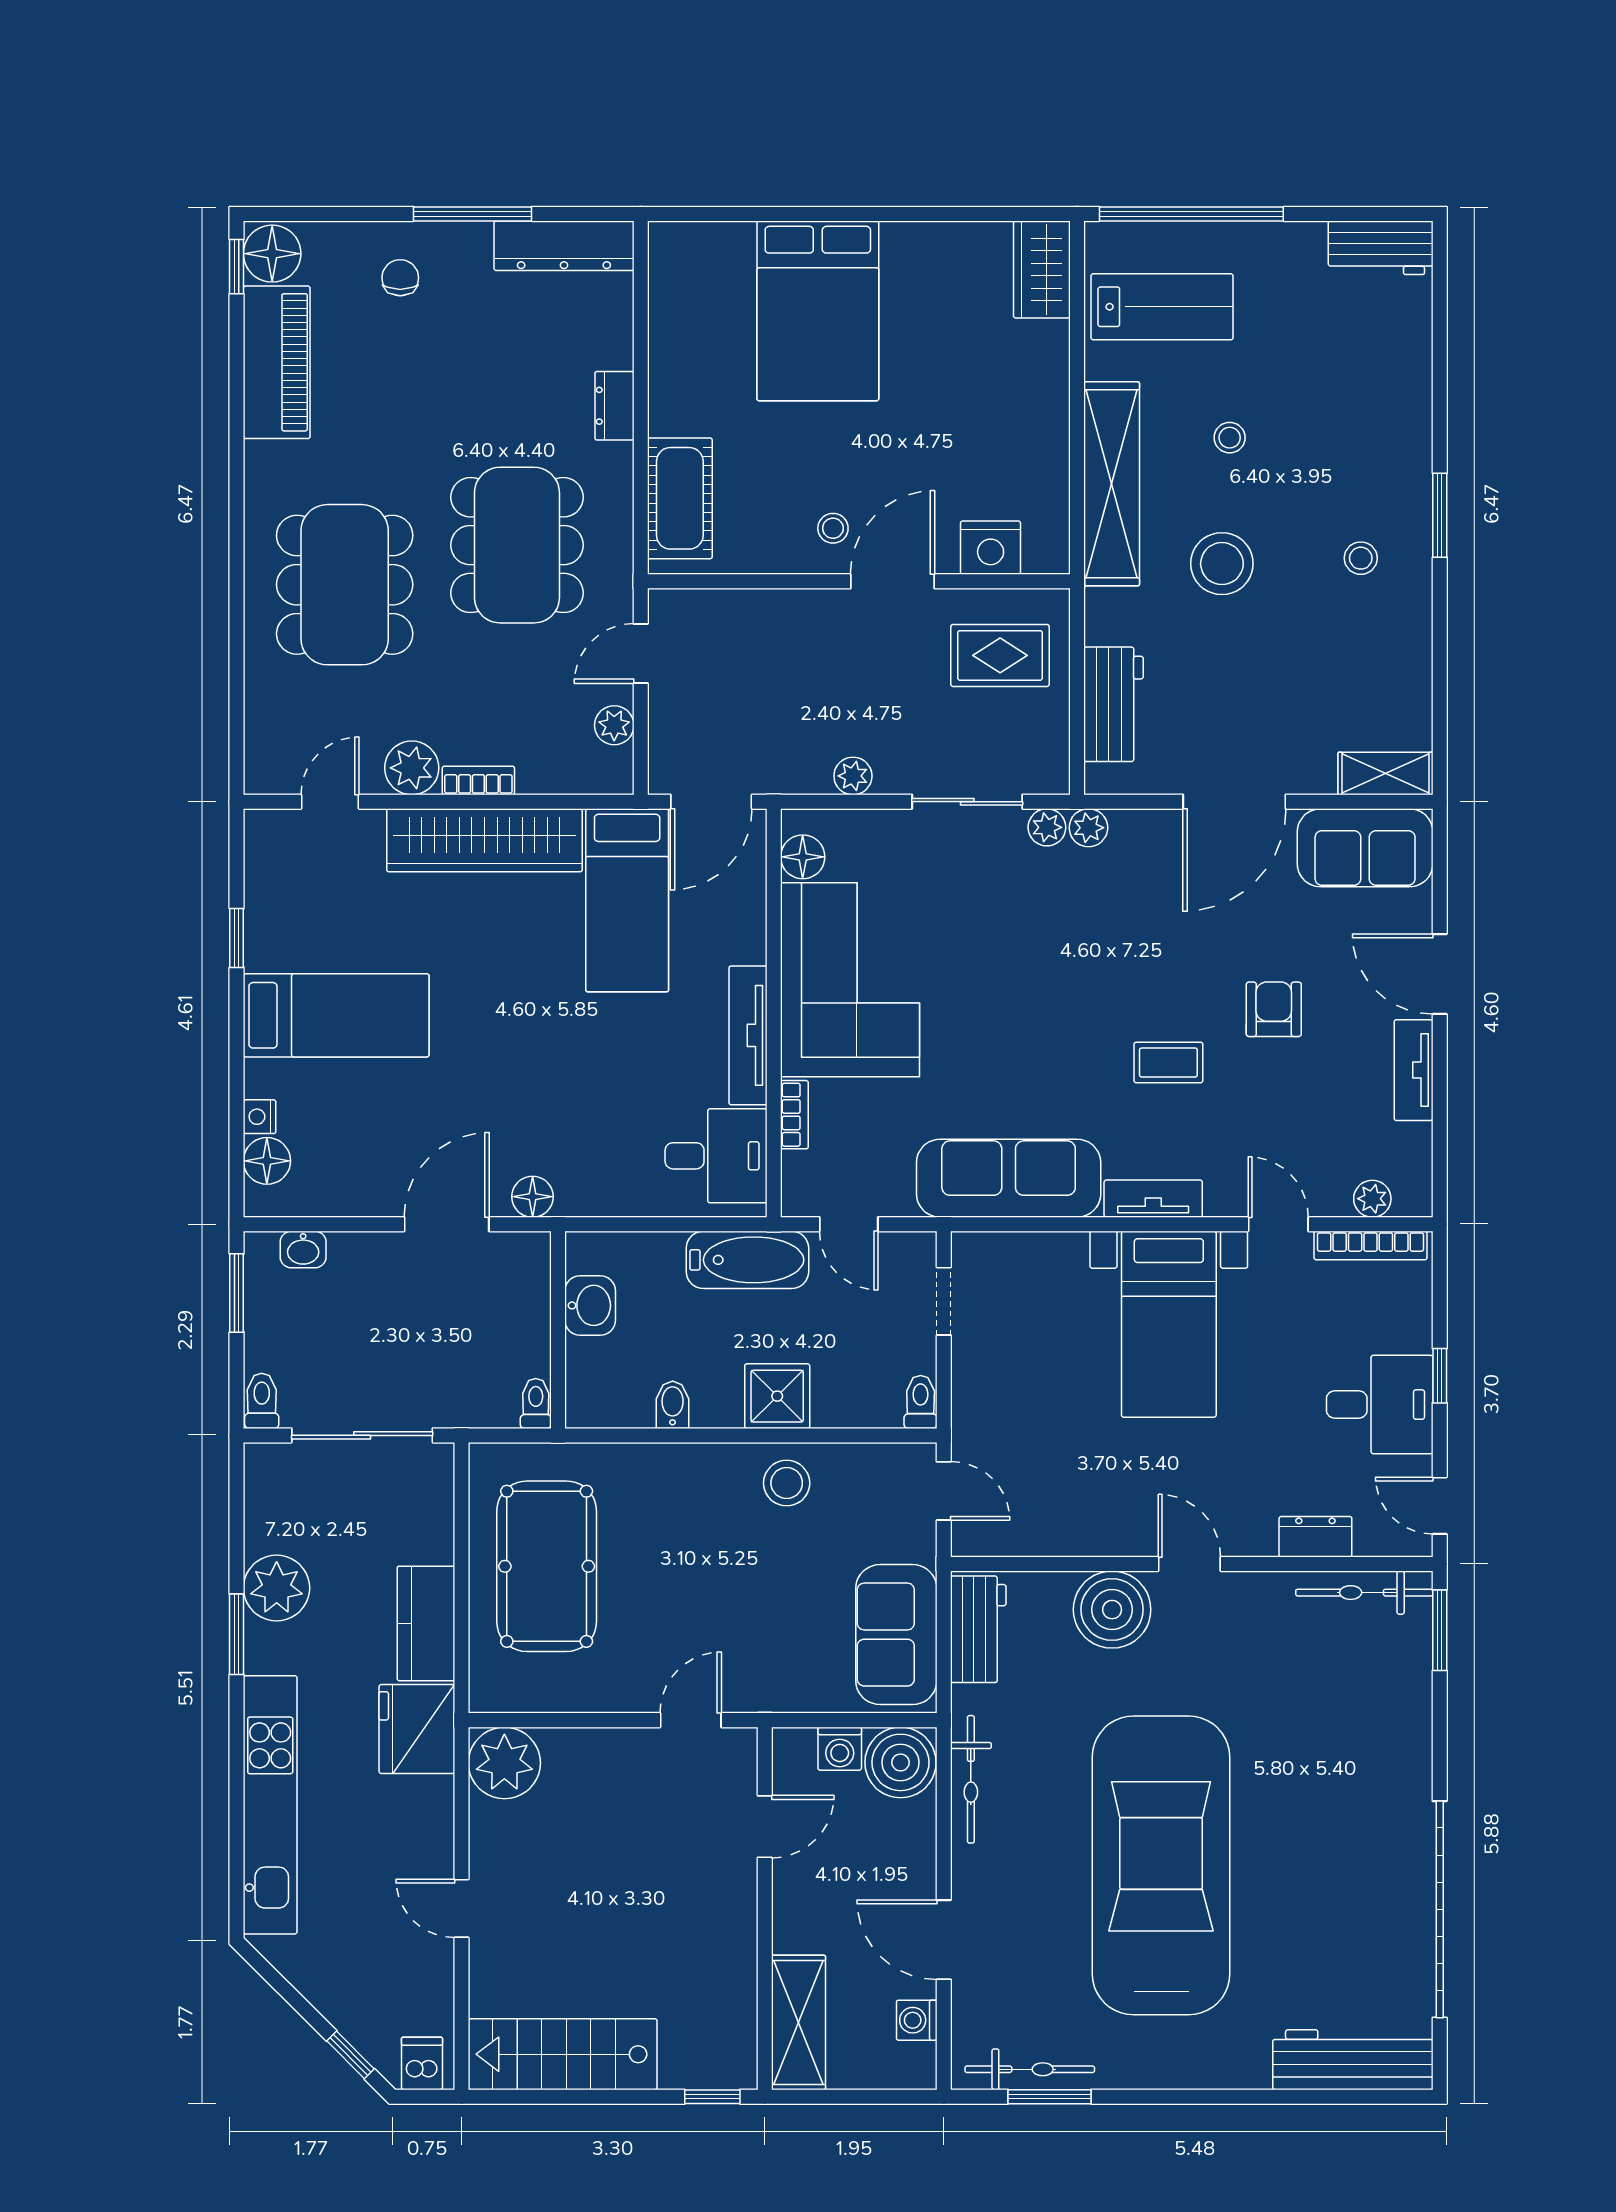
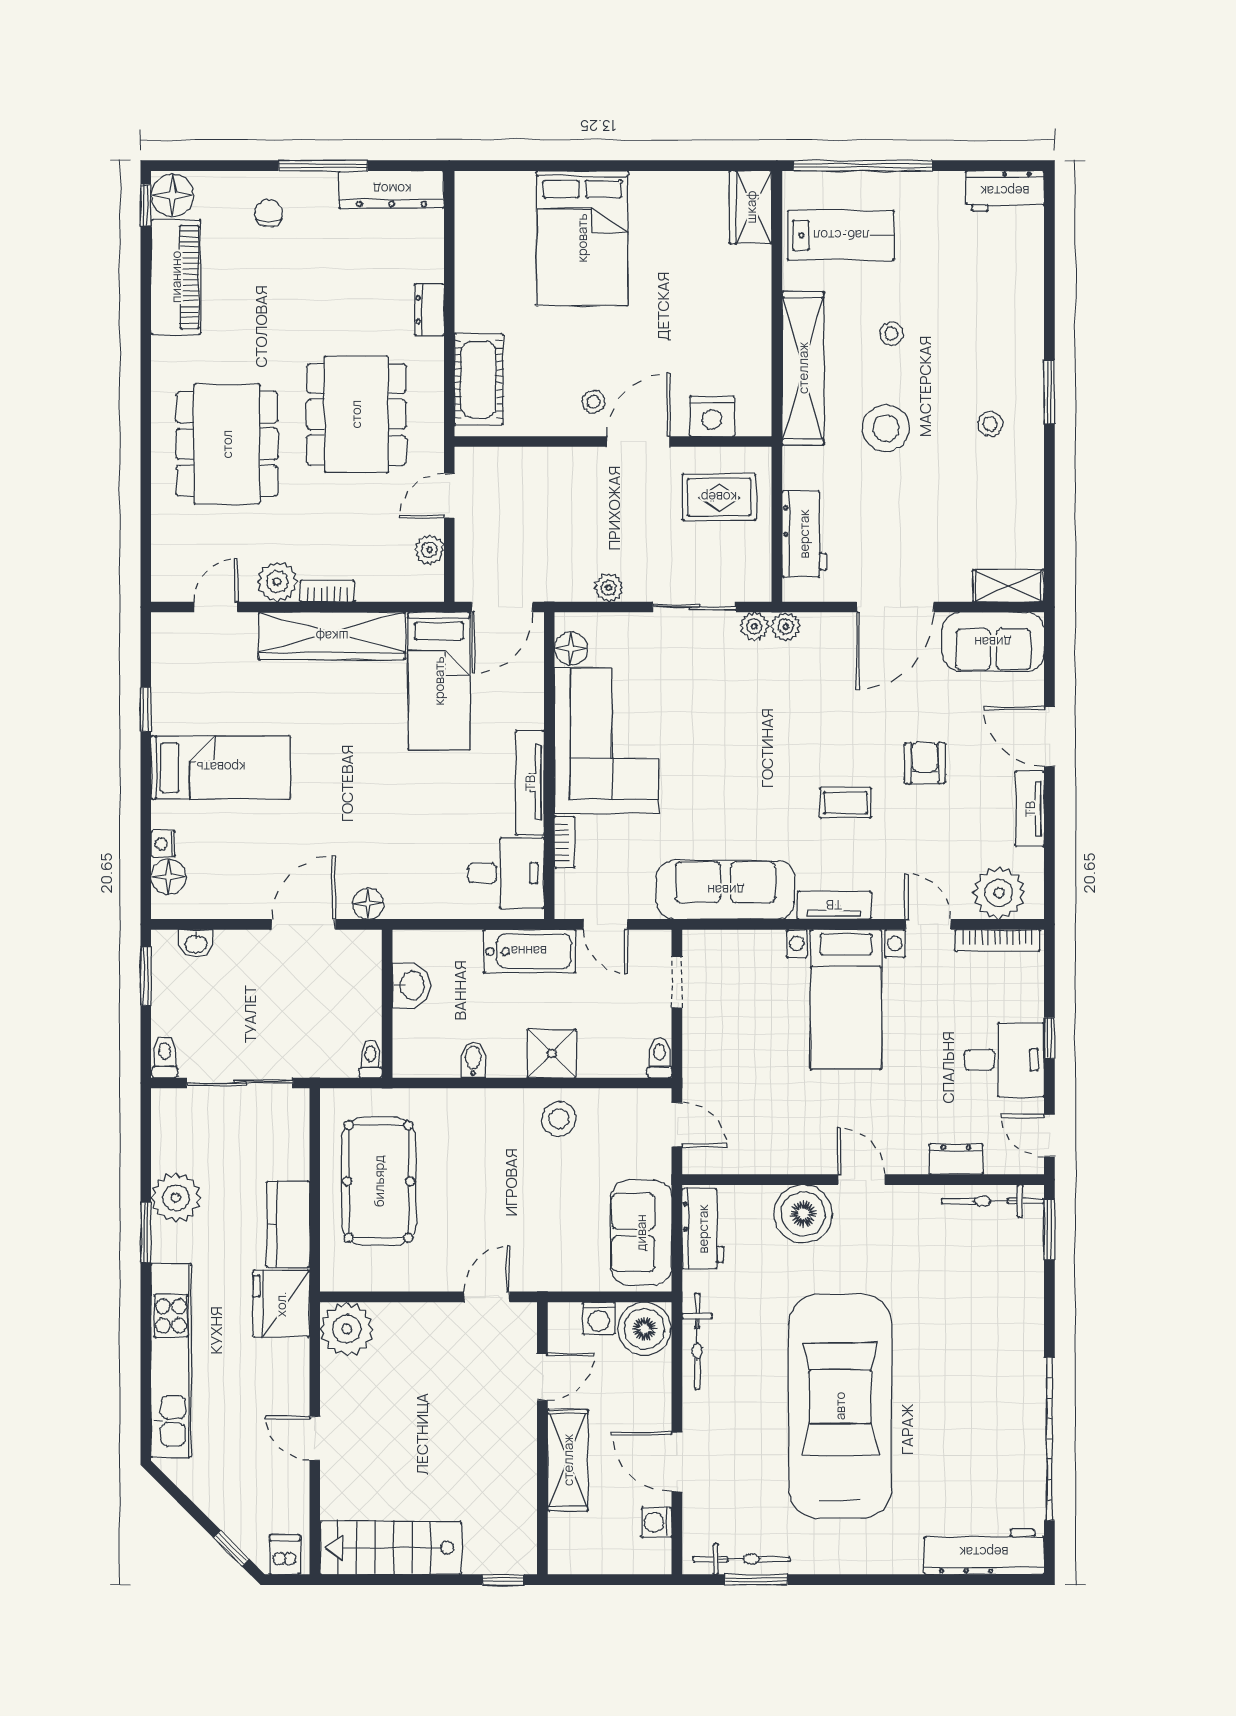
plant: (1372, 1199) -> (999, 893), width x1.88, depth x1.88
shelving: (798, 2022) -> (568, 1460), moved

